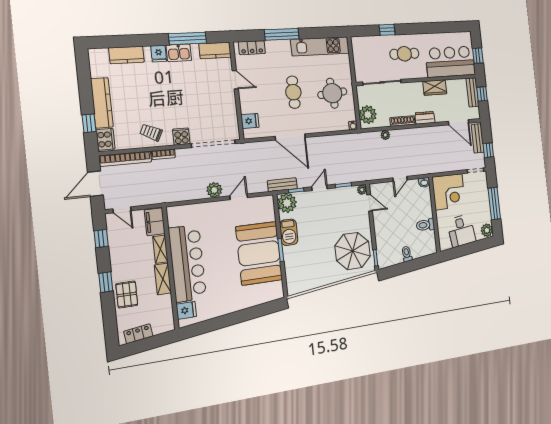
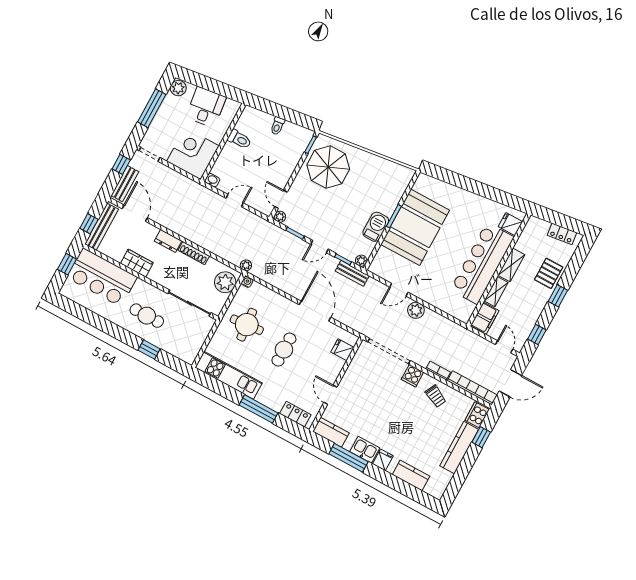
bench: (473, 92) -> (102, 227), width x1.36
plant: (385, 135) -> (246, 265), moved
plant: (287, 203) -> (361, 261), width x0.53, depth x0.53

